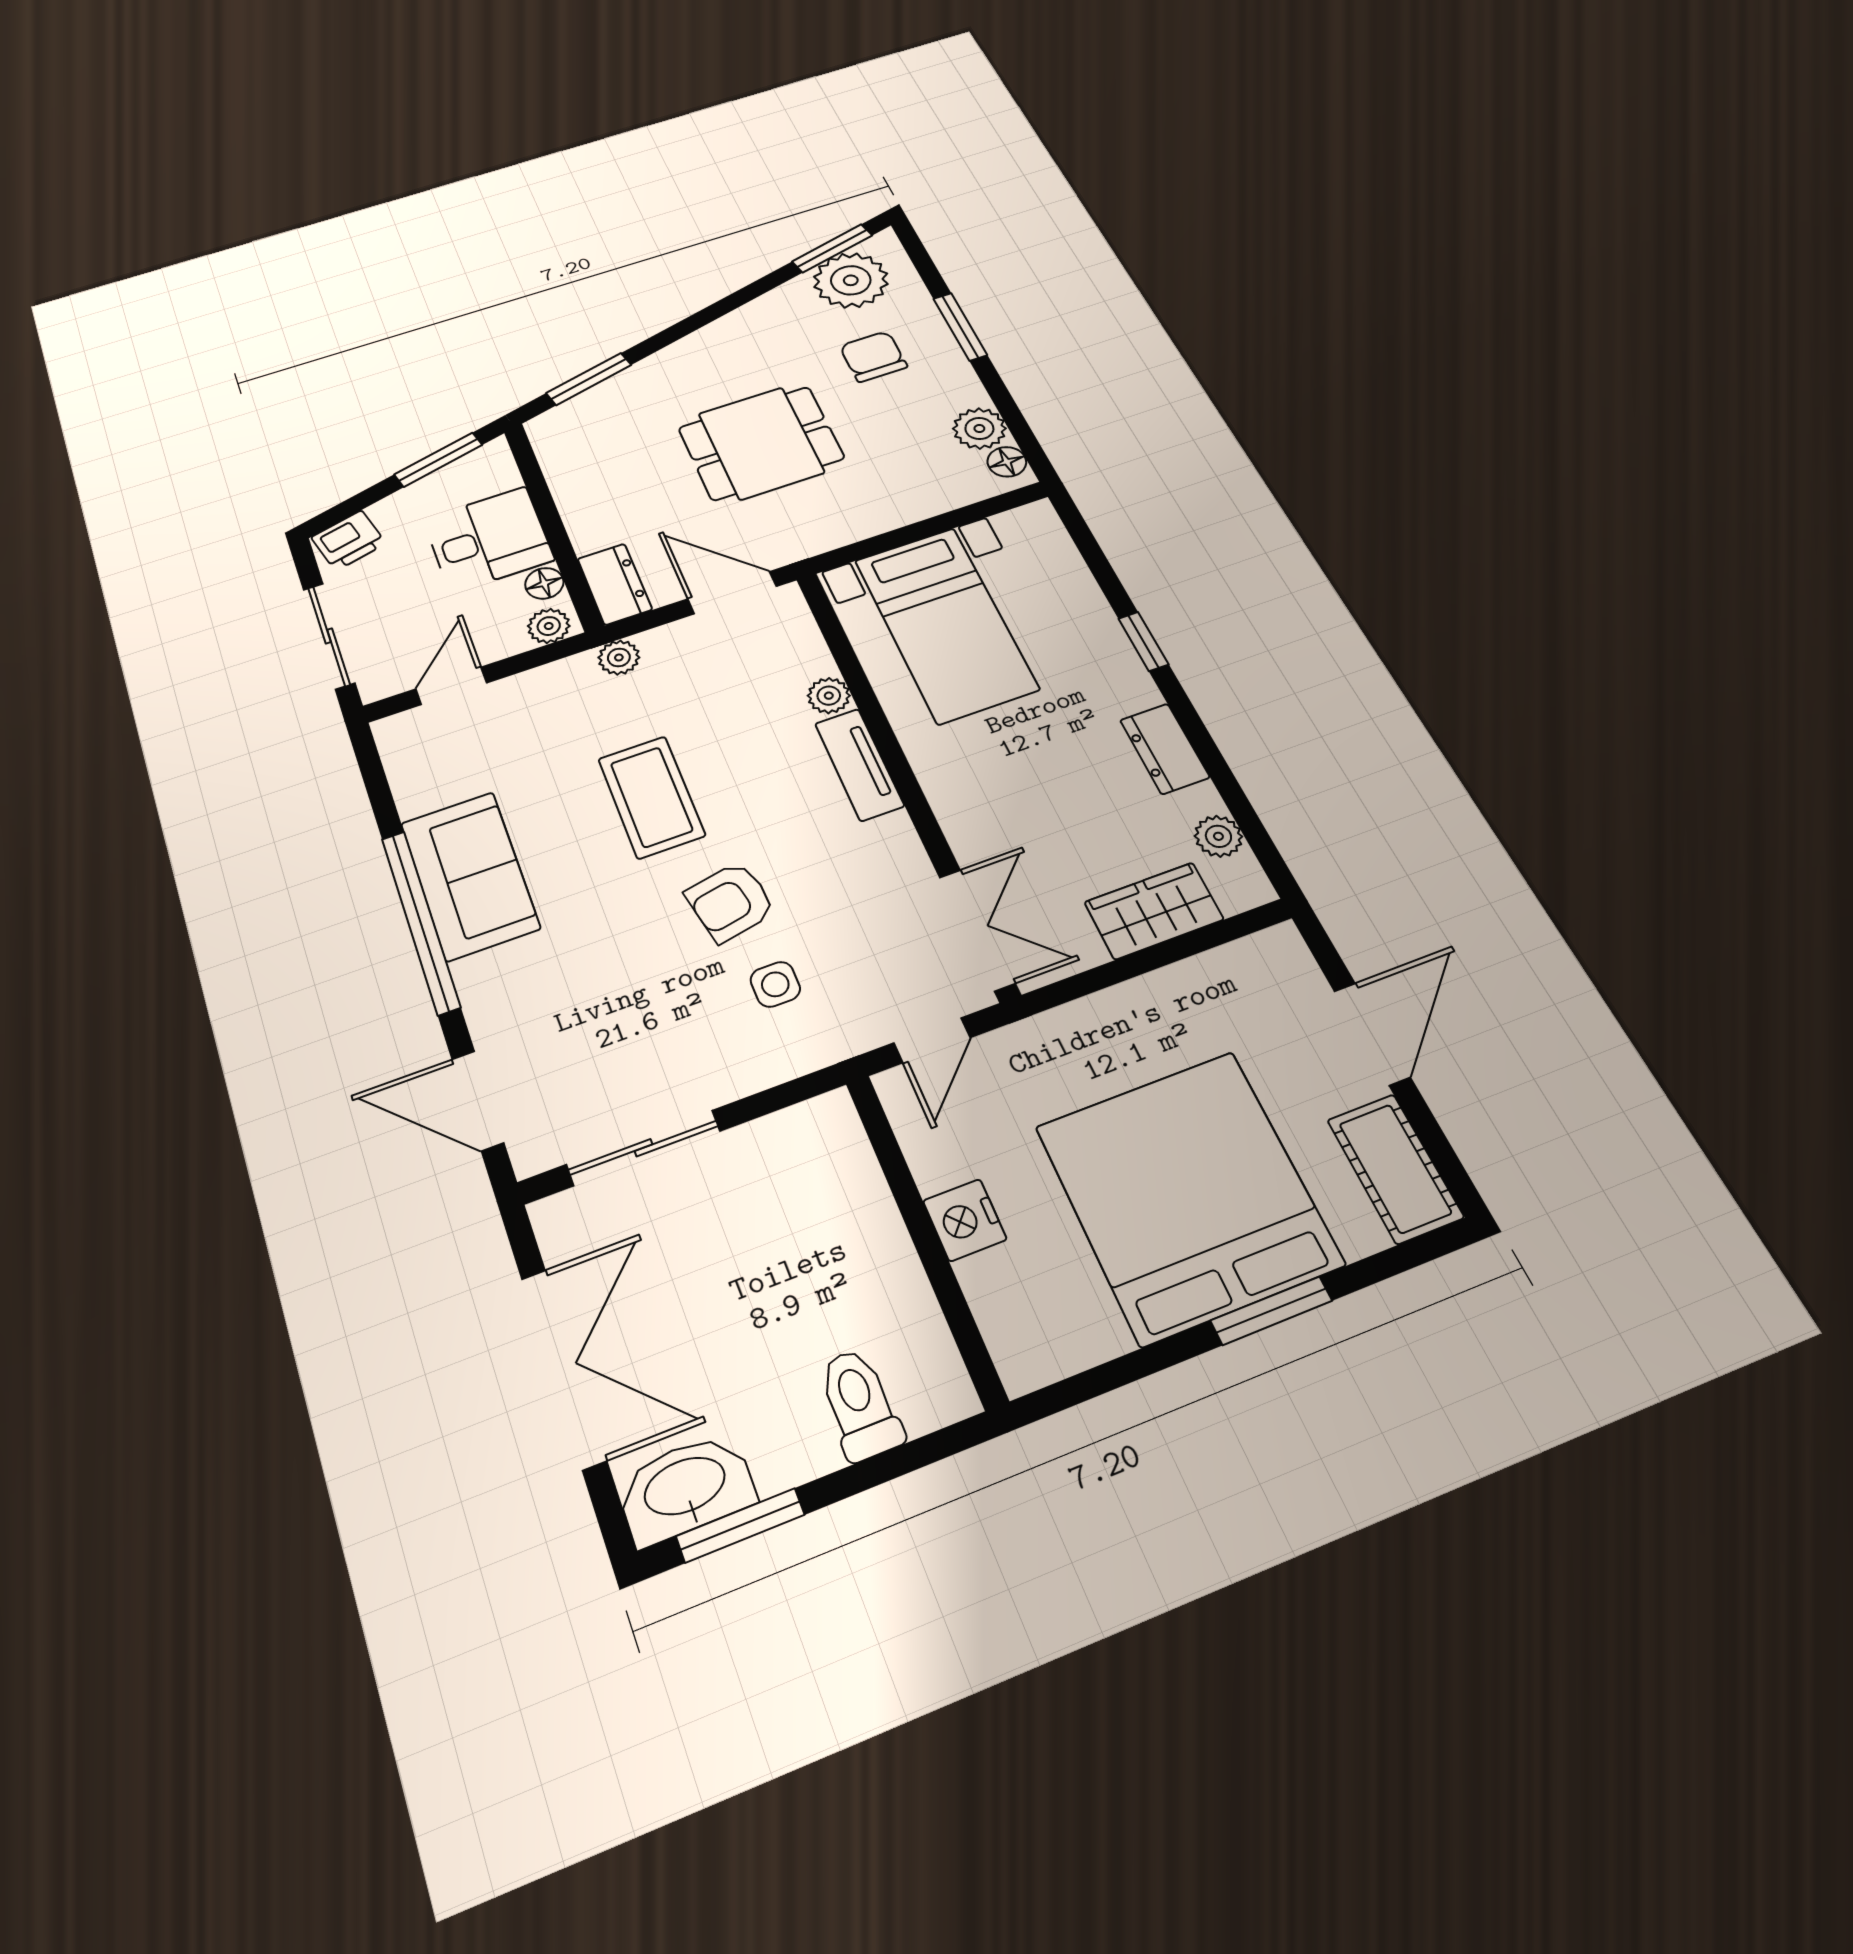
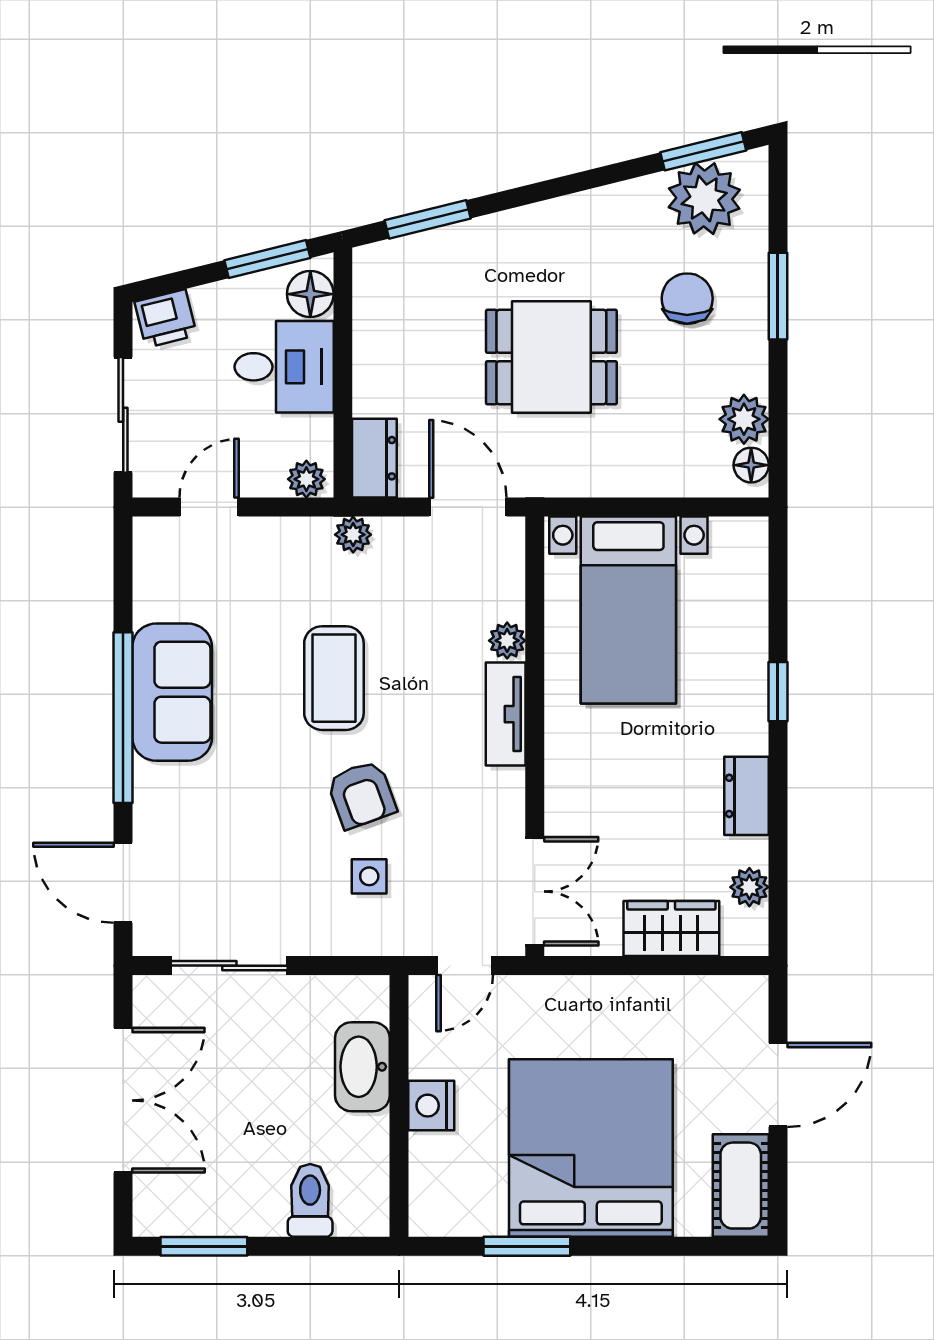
floor lamp: (544, 583) -> (310, 294), moved, width x1.37, depth x1.37
armchair: (731, 902) -> (362, 795), turned -99
window: (1271, 1311) -> (527, 1246), moved
washbasin: (685, 1488) -> (362, 1067), moved, turned -90

